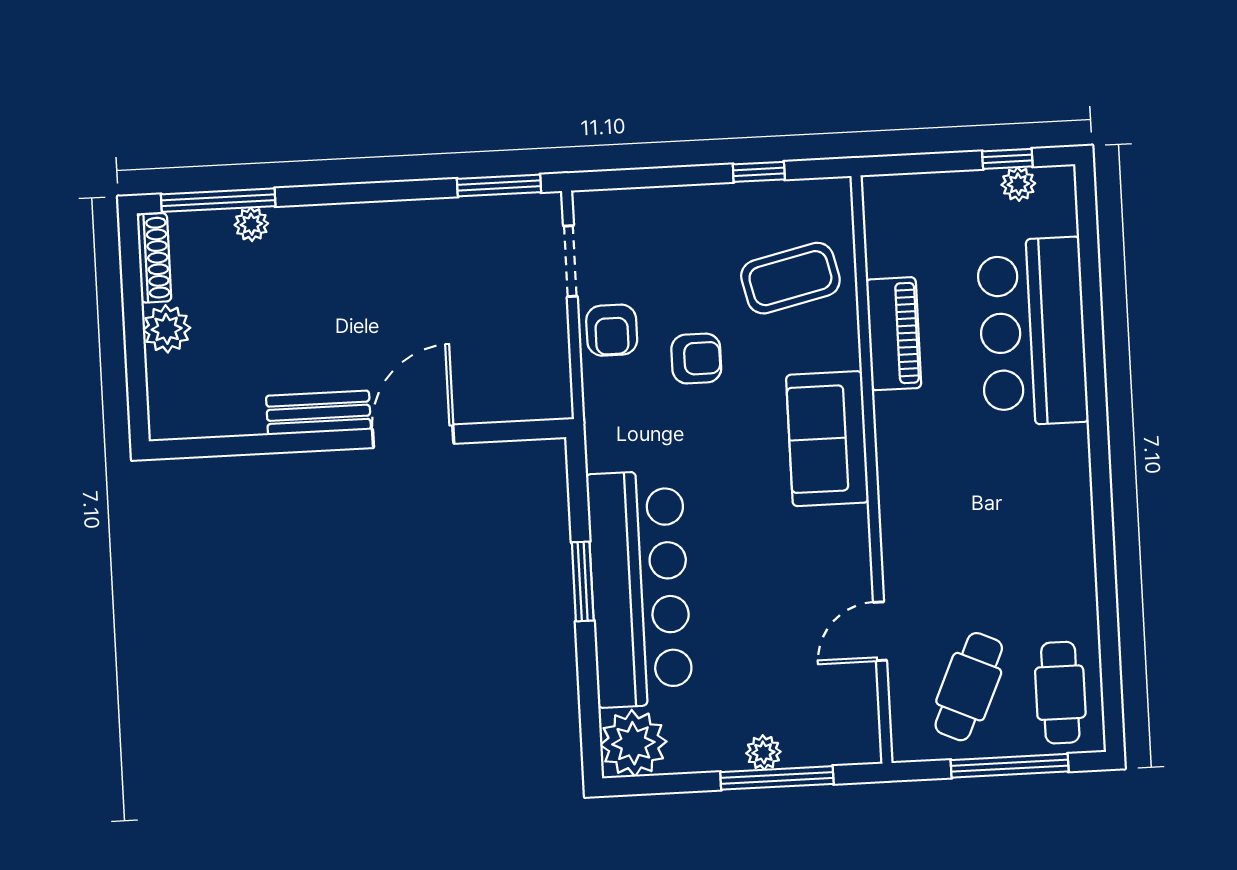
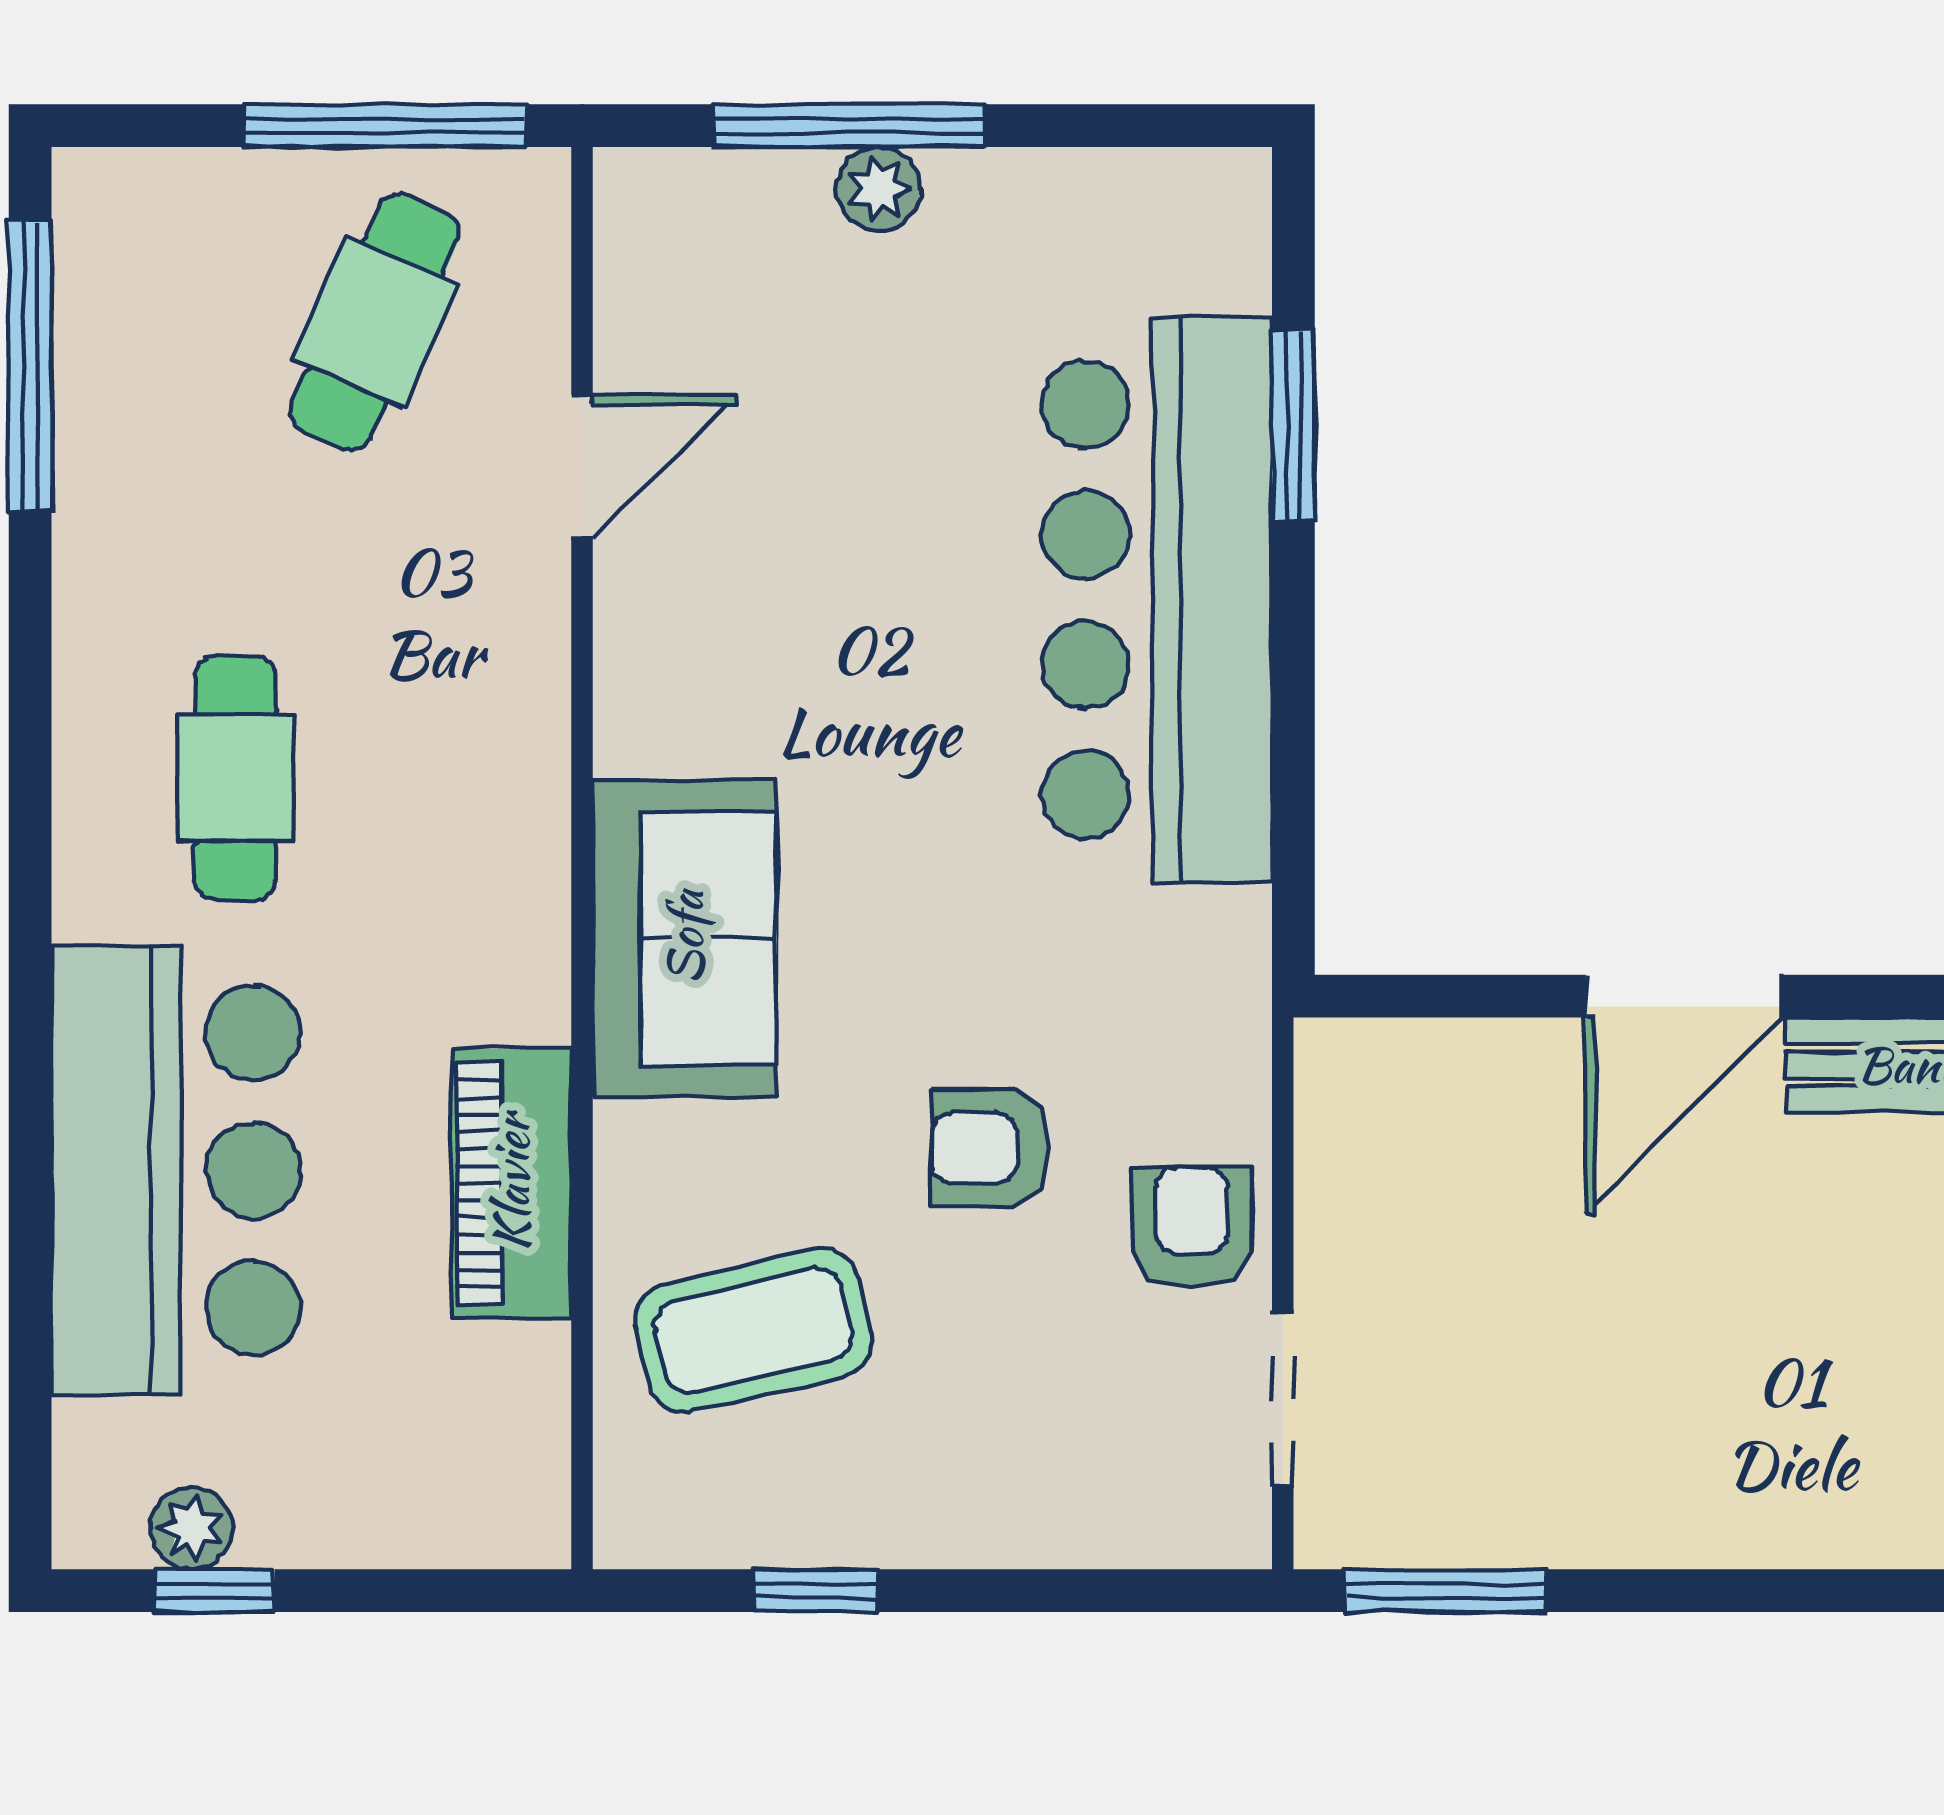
window: (583, 581) -> (1293, 426), moved
window: (1110, 661) -> (30, 366), added
cafe table: (1060, 693) -> (236, 778), moved
plant: (633, 743) -> (1191, 228), removed
window: (1010, 766) -> (385, 126), moved

